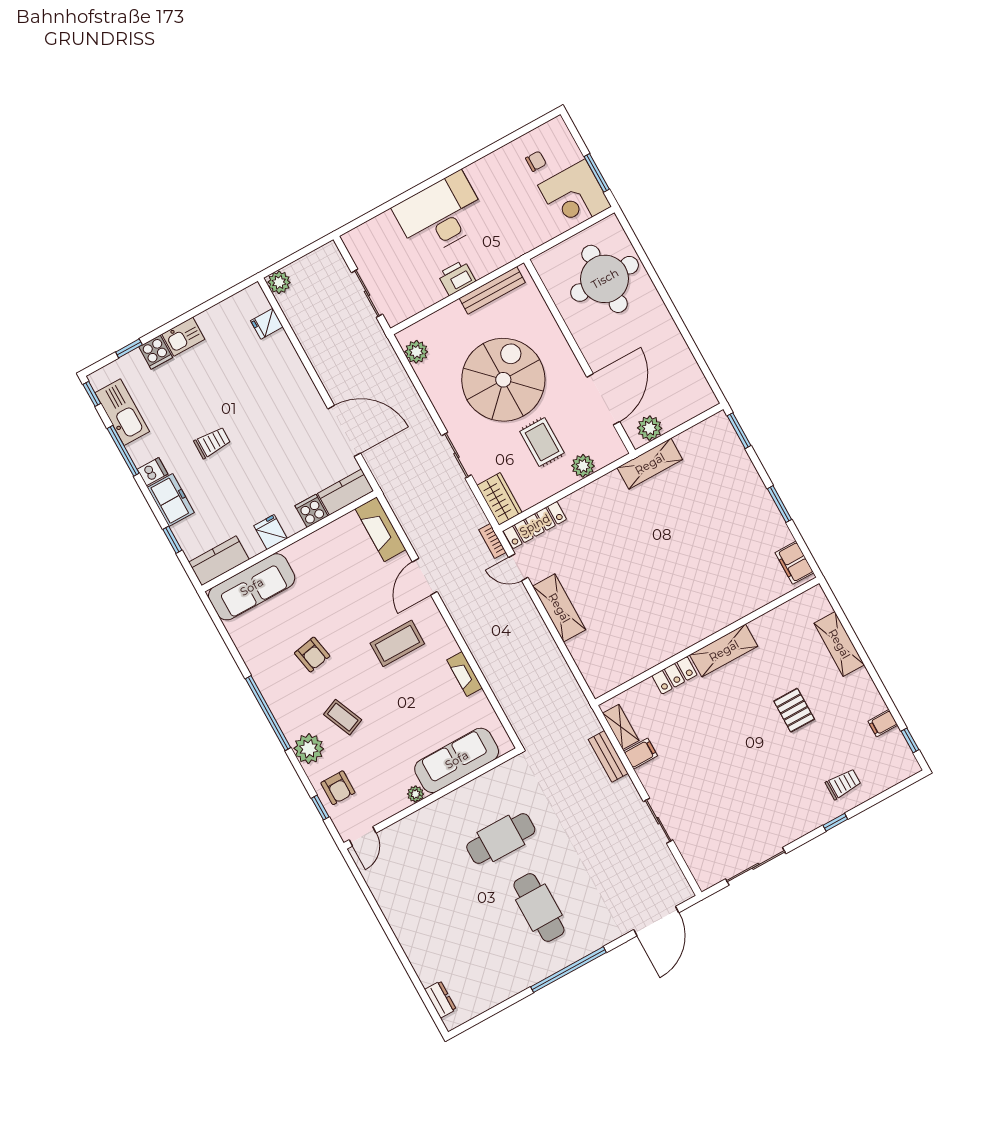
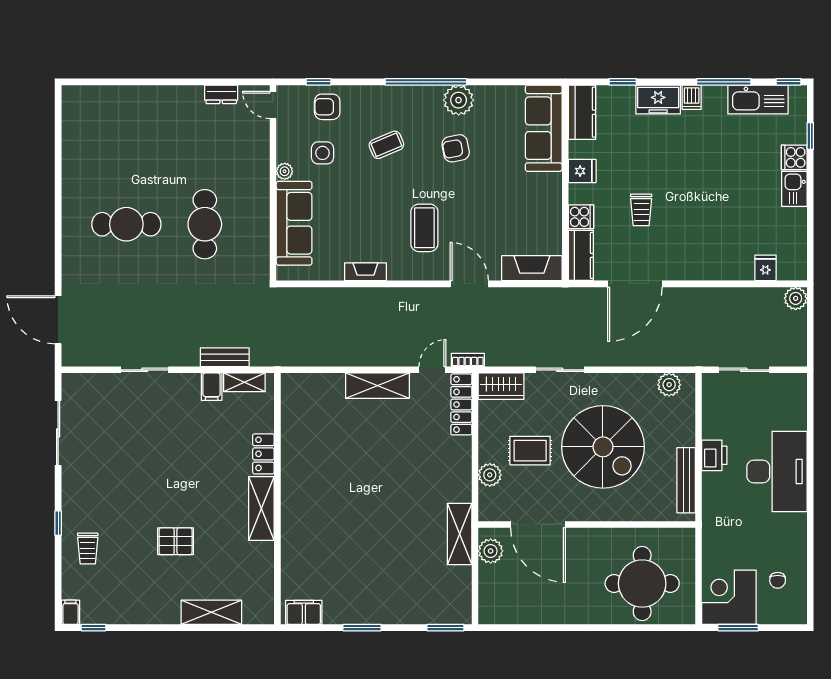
trolley: (212, 442) -> (641, 210), moved
filing cabinet: (883, 723) -> (70, 612), moved
plant: (309, 749) -> (459, 100), moved
side table: (381, 769) -> (323, 153), added
window: (569, 970) -> (58, 220), removed
dresser: (440, 999) -> (221, 94), moved

